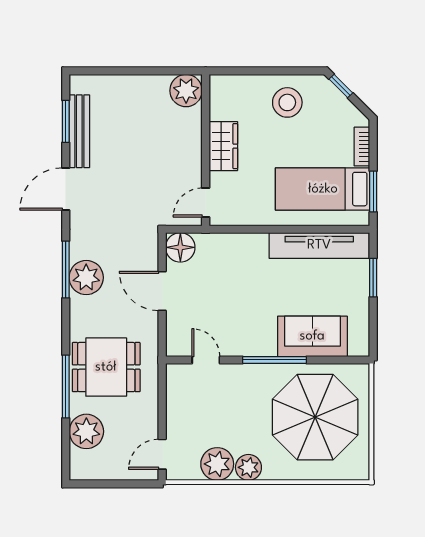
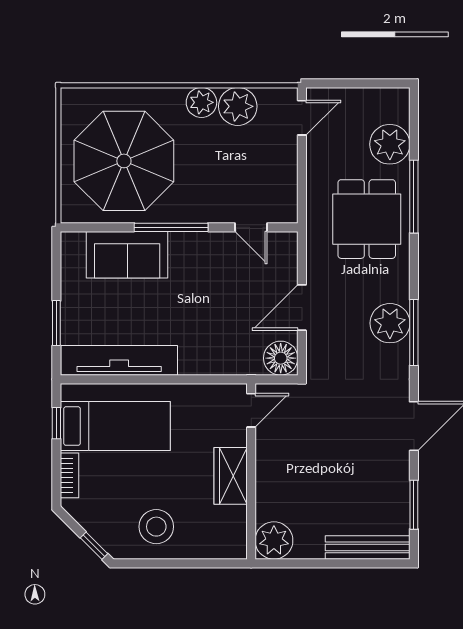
bench: (79, 131) -> (368, 547), moved, turned 90
window: (373, 191) -> (56, 423), width x0.67
door: (162, 291) -> (302, 308), swing flipped
dining table: (106, 367) -> (367, 219), turned 90

